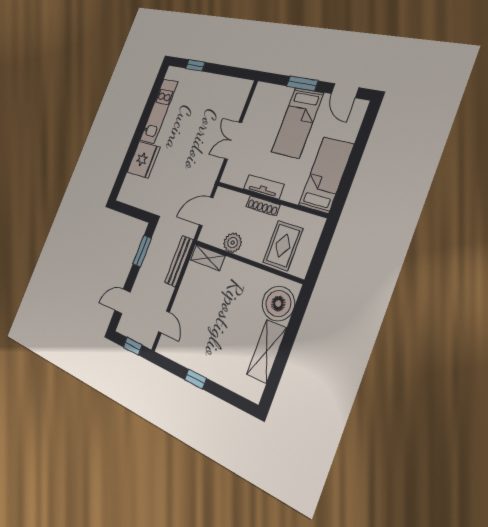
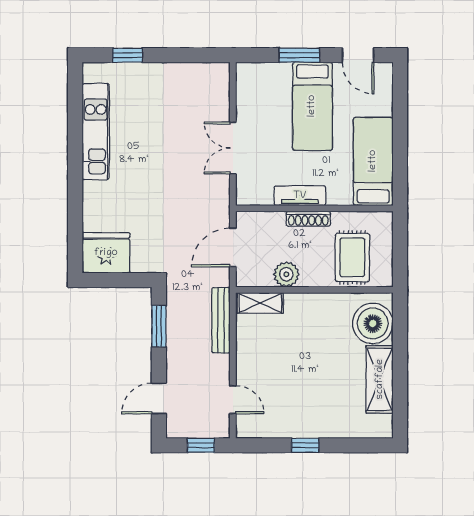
fridge: (144, 160) -> (106, 253), moved, turned -90

